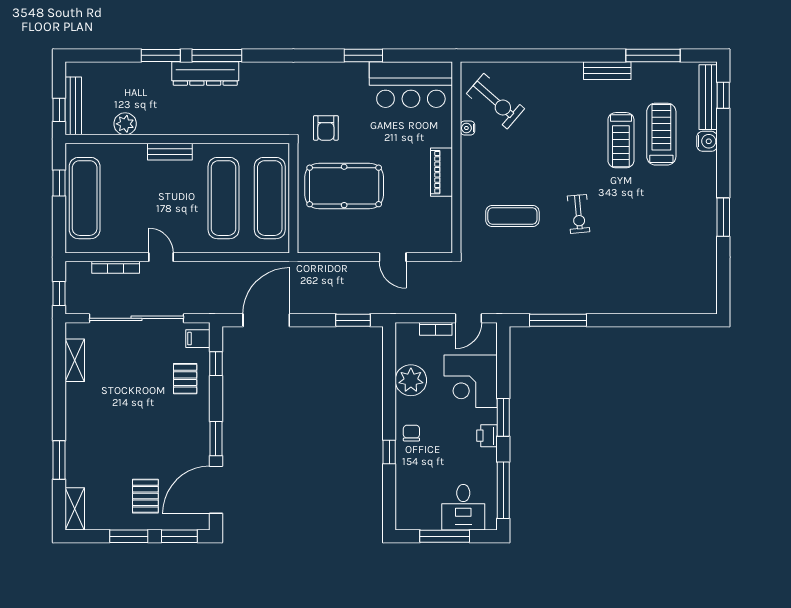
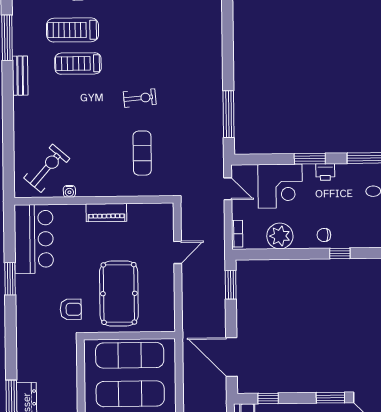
treadmill: (621, 140) -> (78, 64), turned 180
bookcase: (436, 329) -> (237, 234), moved

